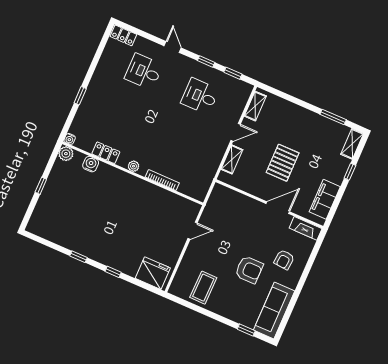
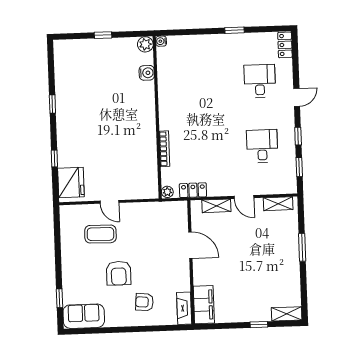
window: (80, 96) -> (234, 30), moved
window: (333, 117) -> (302, 247), moved
locker: (106, 153) -> (193, 190), moved, turned -90
pallet: (283, 163) -> (237, 256), removed
plant: (133, 166) -> (167, 192), moved
filing cabinet: (325, 199) -> (204, 305), moved, turned 90
door: (278, 208) -> (190, 245), moved
door: (193, 231) -> (109, 202), moved
window: (113, 272) -> (54, 159), moved
coffee table: (203, 288) -> (100, 234), moved
sofa: (274, 310) -> (84, 316), width x0.73

